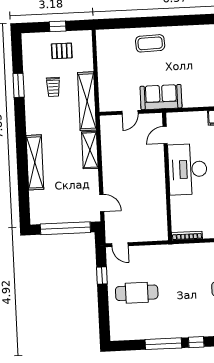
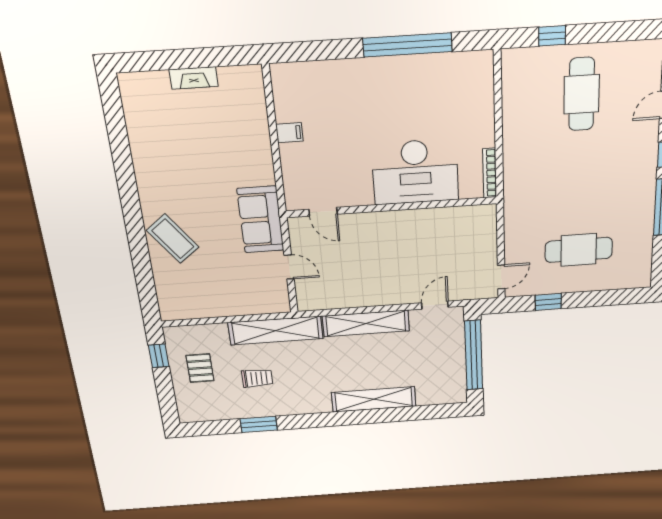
window: (58, 26) -> (159, 356), moved
coffee table: (150, 43) -> (173, 239), turned -35
shelving: (90, 150) -> (366, 323), width x1.47
desk: (188, 169) -> (415, 172), moved
cafe table: (137, 293) -> (579, 250), turned 90

